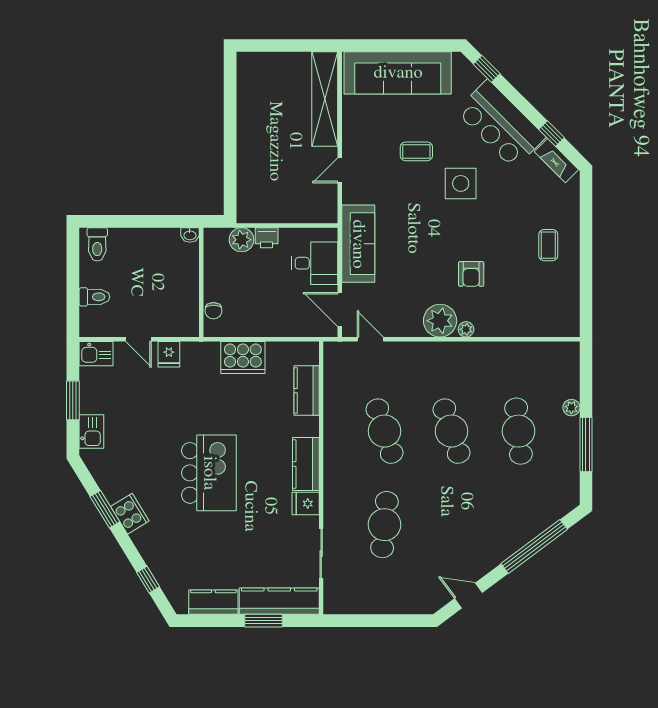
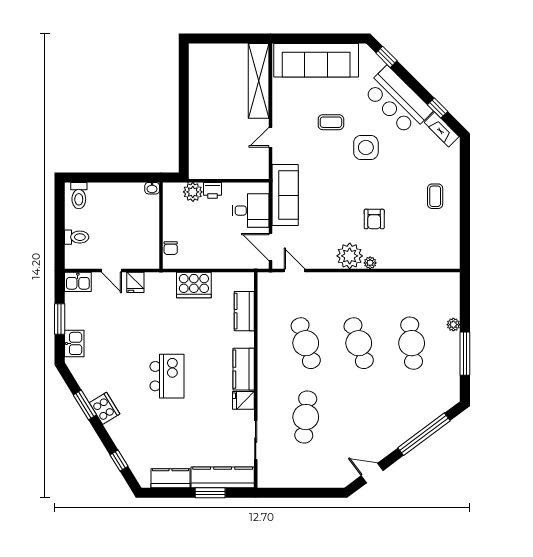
kitchen island: (209, 473) -> (167, 376), width x0.73, depth x0.78

